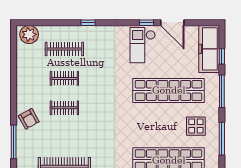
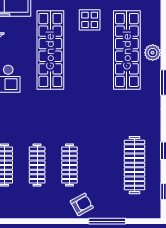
clothes rail: (64, 78) -> (37, 165), width x1.36
clothes rail: (64, 108) -> (70, 165), width x1.36

